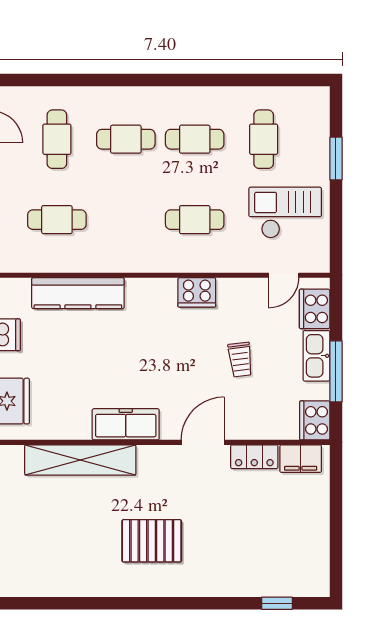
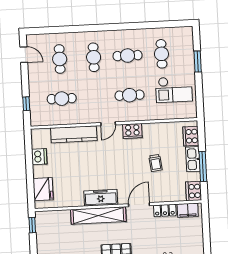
cafe table: (126, 139) -> (94, 57), turned 90
checkout: (285, 213) -> (174, 89), turned 180
door: (284, 275) -> (108, 124), moved
shelving: (80, 460) -> (98, 215), moved

